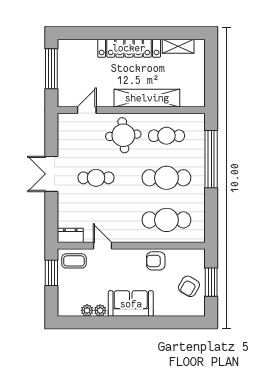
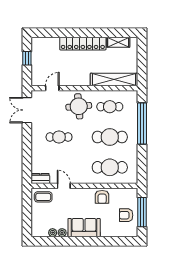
window: (51, 69) -> (27, 58), width x0.46
shelving: (147, 98) -> (114, 80), moved
double door: (51, 174) -> (27, 110), moved
armchair: (156, 261) -> (102, 197), turned -90
window: (51, 273) -> (27, 206), removed
window: (211, 282) -> (142, 212), width x1.44
armchair: (189, 286) -> (126, 215), turned 60

